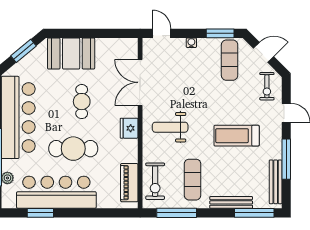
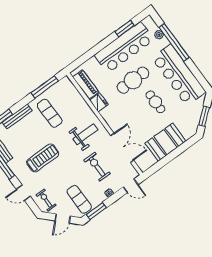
booth: (71, 53) -> (166, 142), moved
cafe table: (82, 102) -> (155, 102), moved
fridge: (129, 128) -> (99, 102), moved
exercise bike: (155, 181) -> (97, 167), moved

